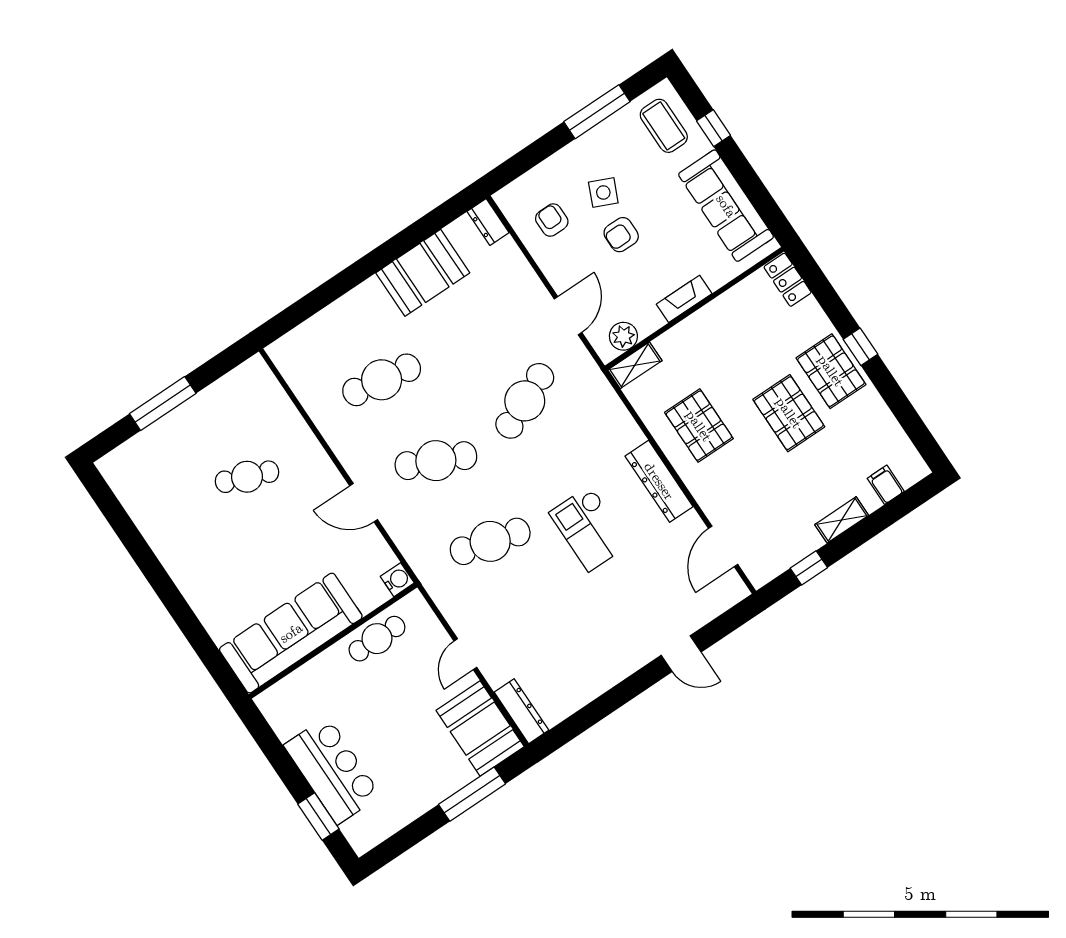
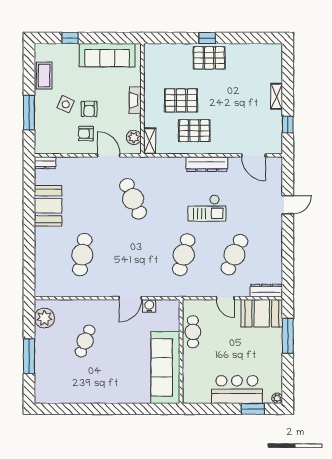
window: (597, 112) -> (29, 113), moved
coffee table: (664, 126) -> (44, 76), moved, turned 90
armchair: (552, 220) -> (86, 134), moved
locker: (788, 280) -> (157, 50), removed
plant: (240, 387) -> (44, 318), added
pallet: (789, 413) -> (181, 100), moved
cafe table: (436, 461) -> (234, 255), moved
filing cabinet: (886, 485) -> (274, 67), removed
water cooler: (397, 580) -> (149, 306), moved
plant: (361, 844) -> (277, 398), added

